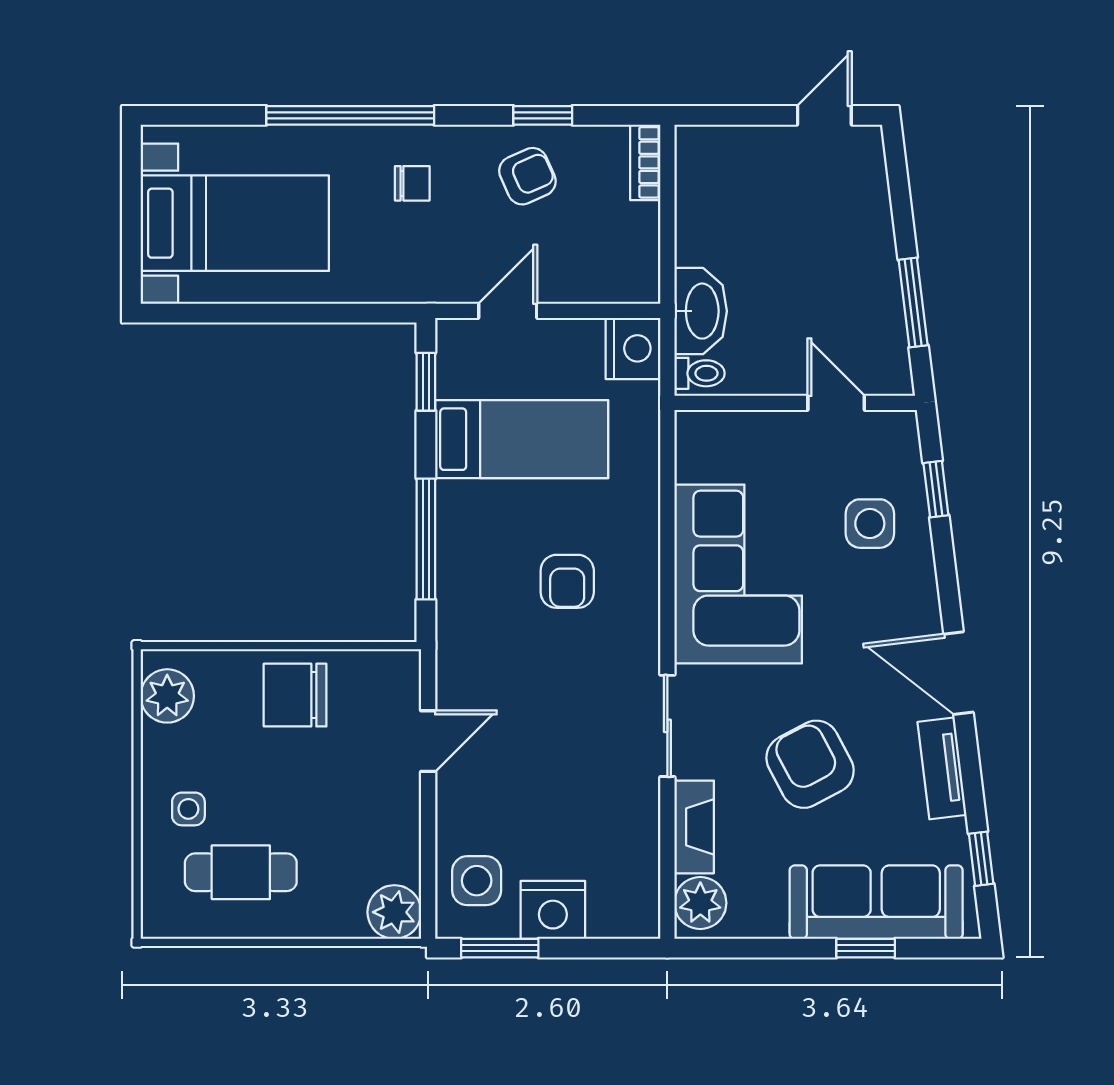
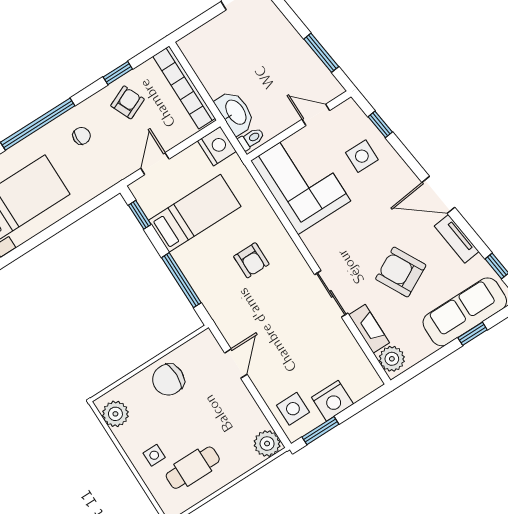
bookcase: (645, 162) -> (184, 87), width x2.31, depth x1.31
corner sofa: (738, 574) -> (301, 181), moved

